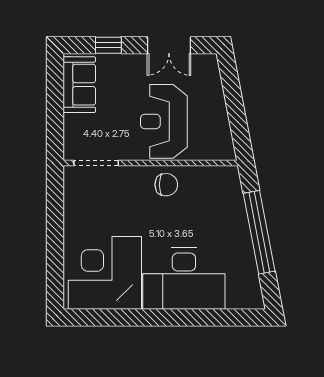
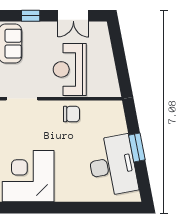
window: (259, 232) -> (137, 148), width x0.47
desk: (184, 279) -> (112, 166), moved, turned -101

